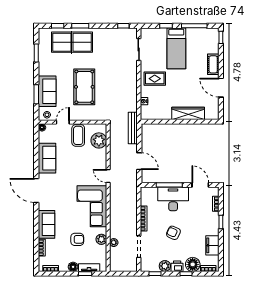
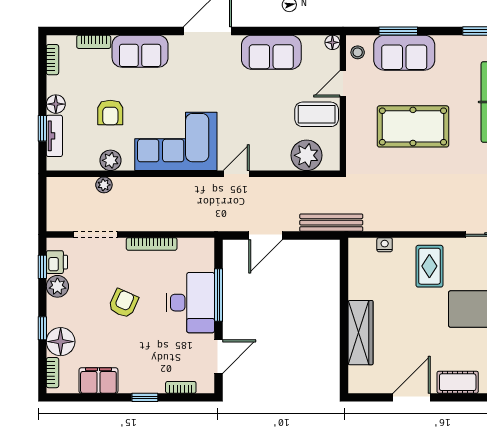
door: (63, 122) -> (343, 84), swing flipped
printer: (177, 266) -> (57, 262), moved

